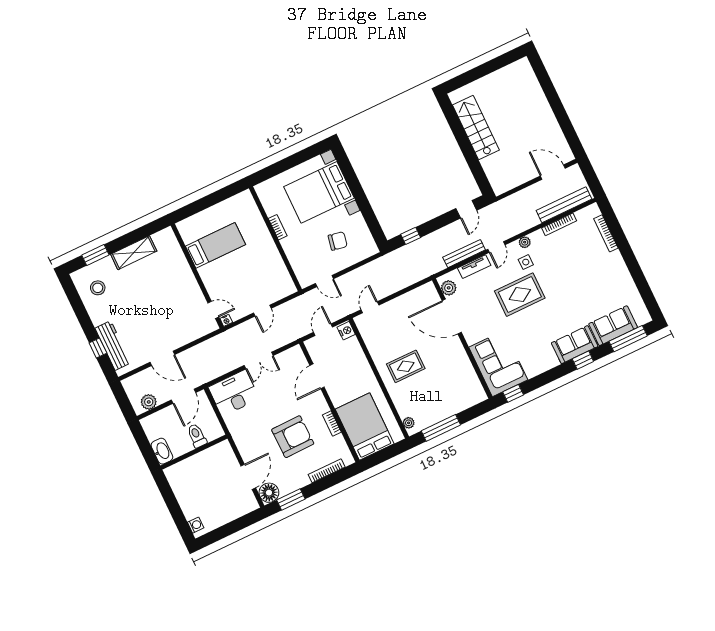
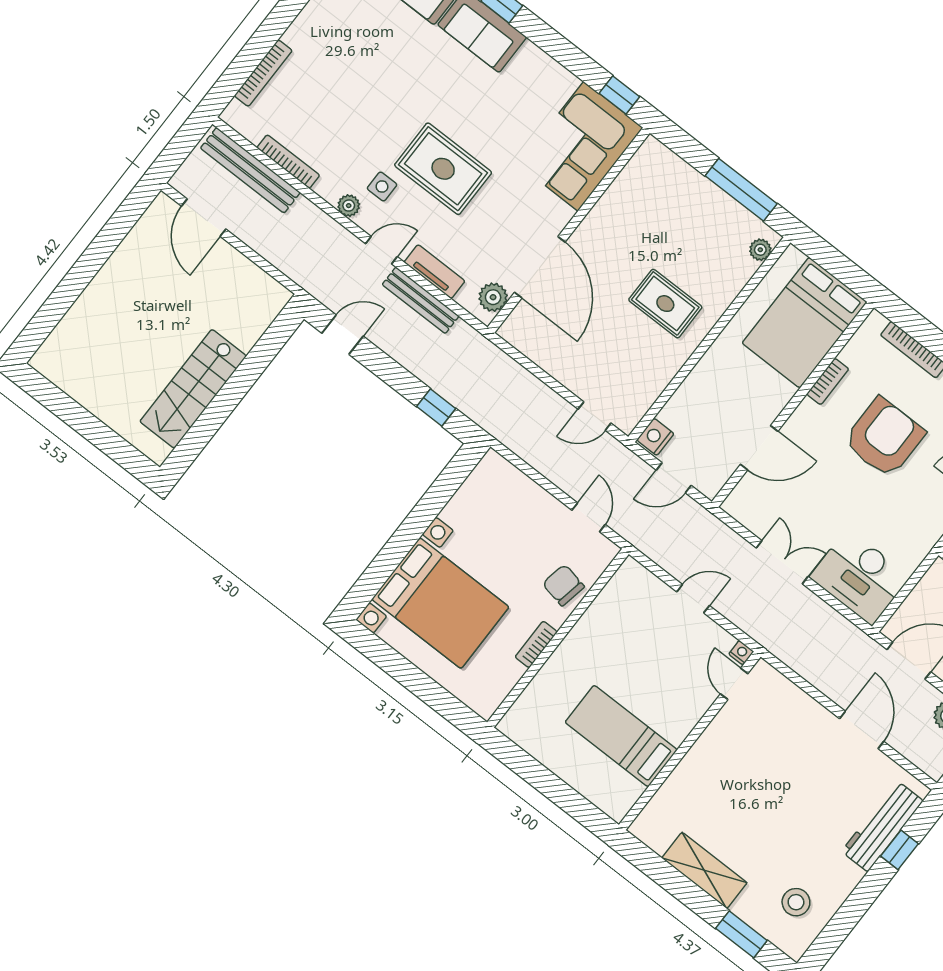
chair: (338, 241) -> (563, 585), moved
armchair: (293, 437) -> (884, 438), turned 91

